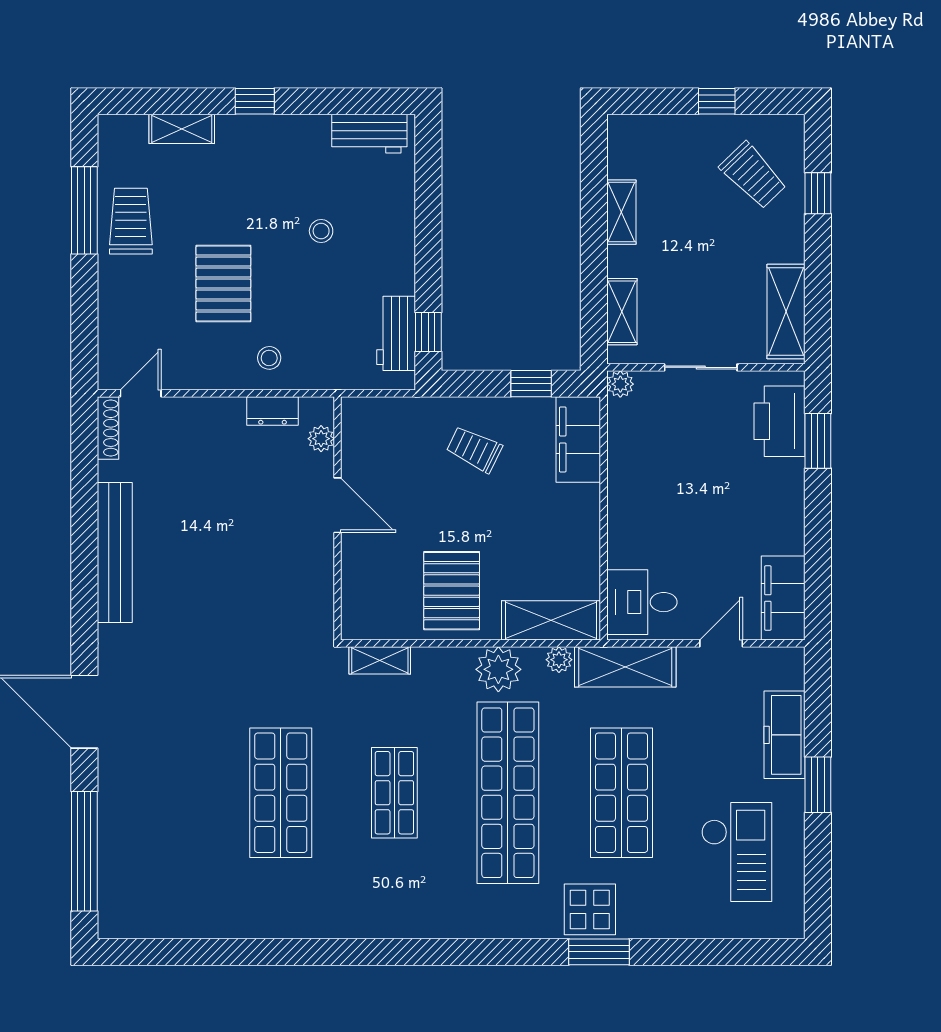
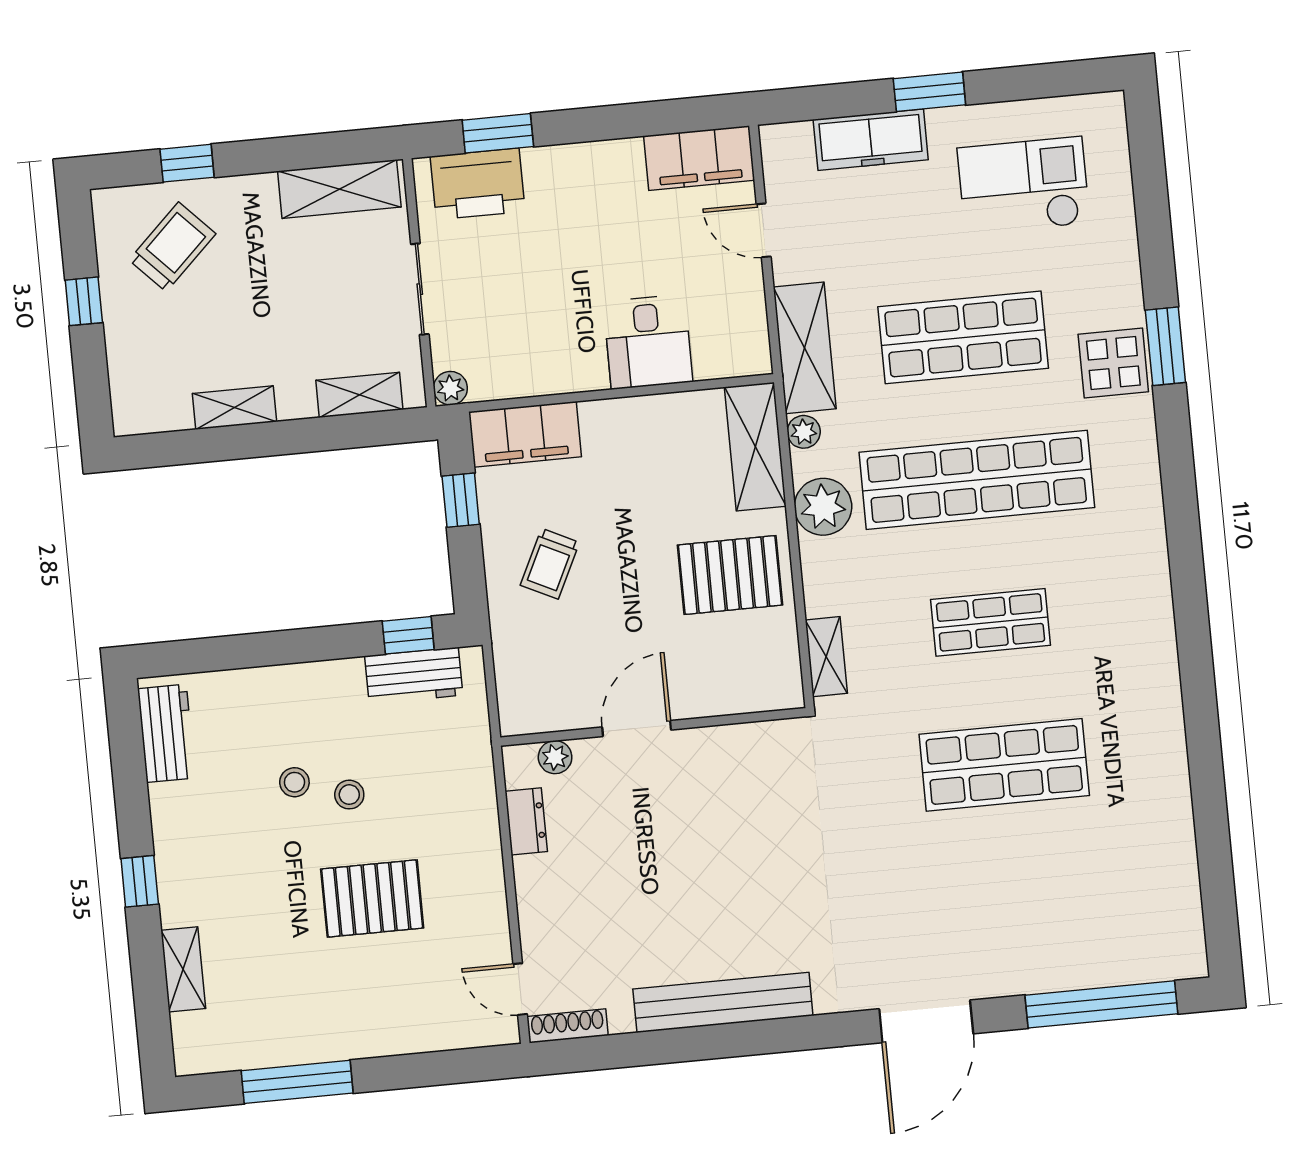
trolley: (131, 221) -> (305, 1022), removed
stool: (269, 358) -> (349, 795), moved
desk: (642, 602) -> (648, 342), moved

